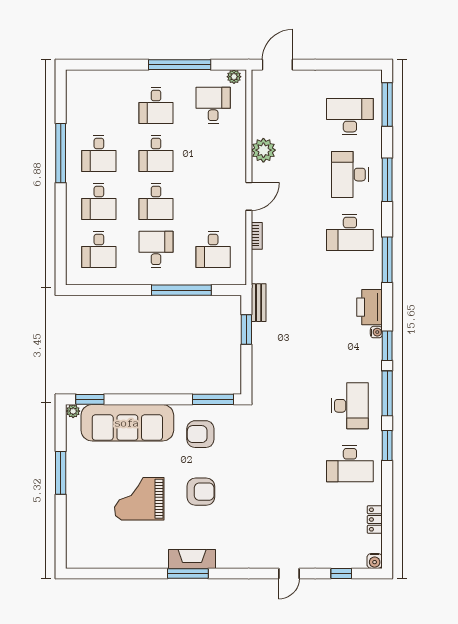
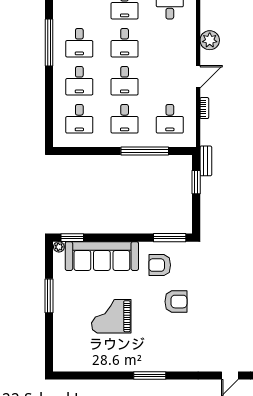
desk: (156, 249) -> (125, 119), turned 180
armchair: (201, 492) -> (176, 302), moved
fireplace: (192, 559) -> (153, 364), removed

